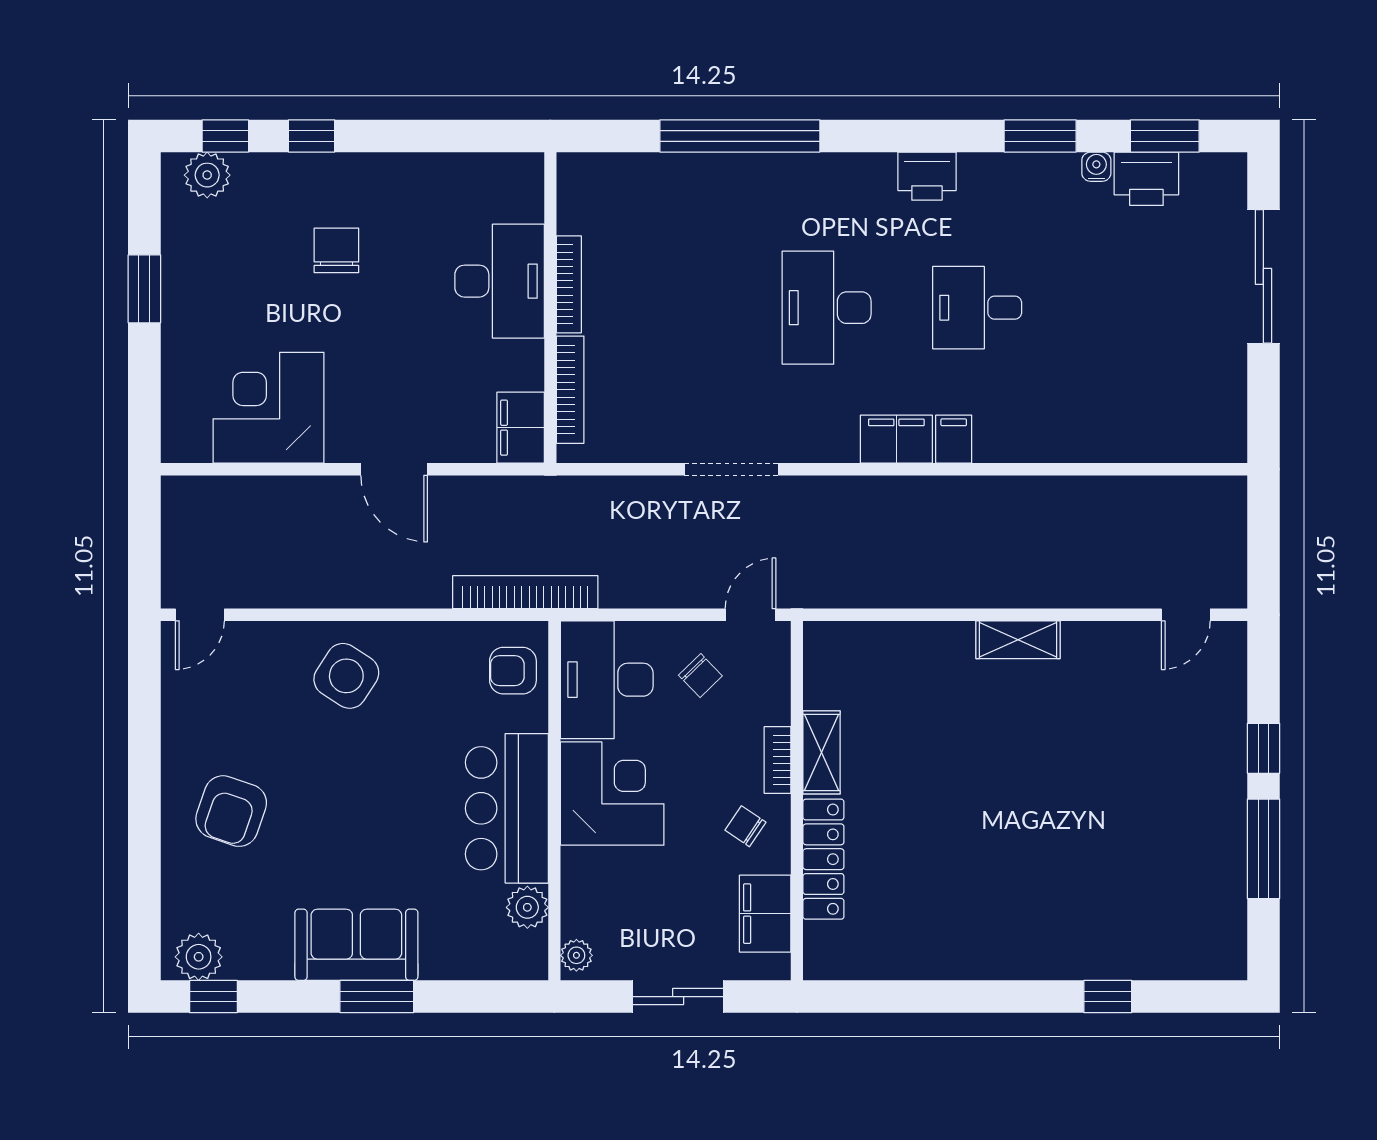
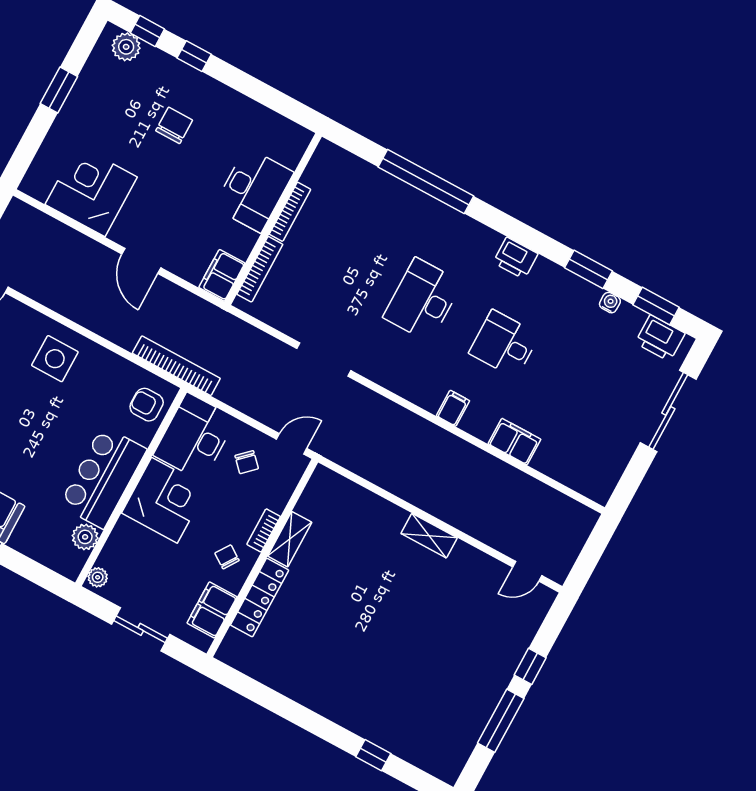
printer: (1146, 179) -> (660, 338), moved
filing cabinet: (896, 439) -> (514, 442), moved
side table: (346, 676) -> (55, 359), turned -33

